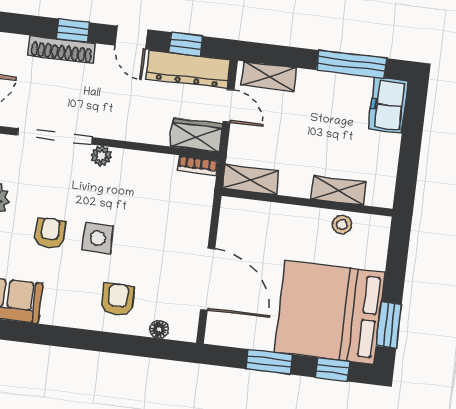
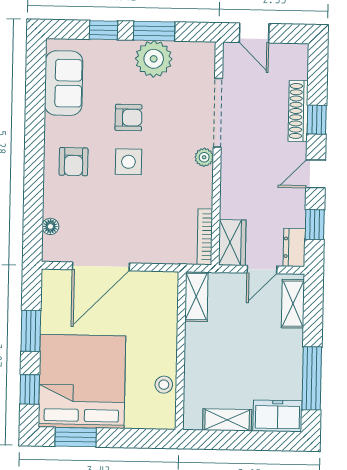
dresser: (188, 69) -> (294, 247), width x0.51, depth x0.80
bookcase: (198, 165) -> (205, 237), width x1.56
shelving: (339, 191) -> (227, 420), moved, turned 90
armchair: (118, 300) -> (73, 162), moved, turned 90

